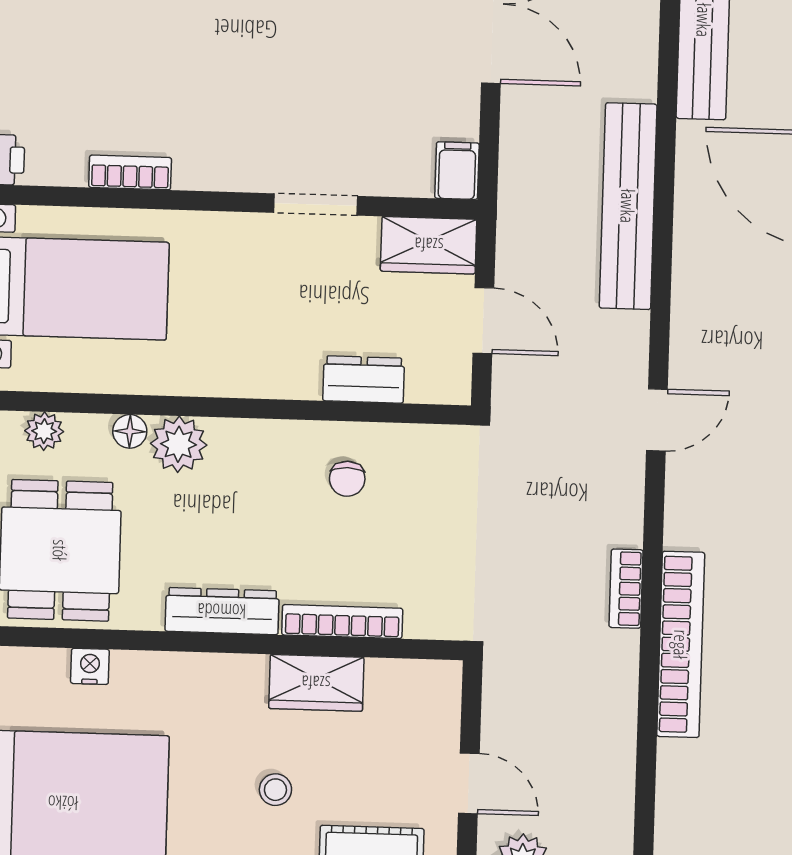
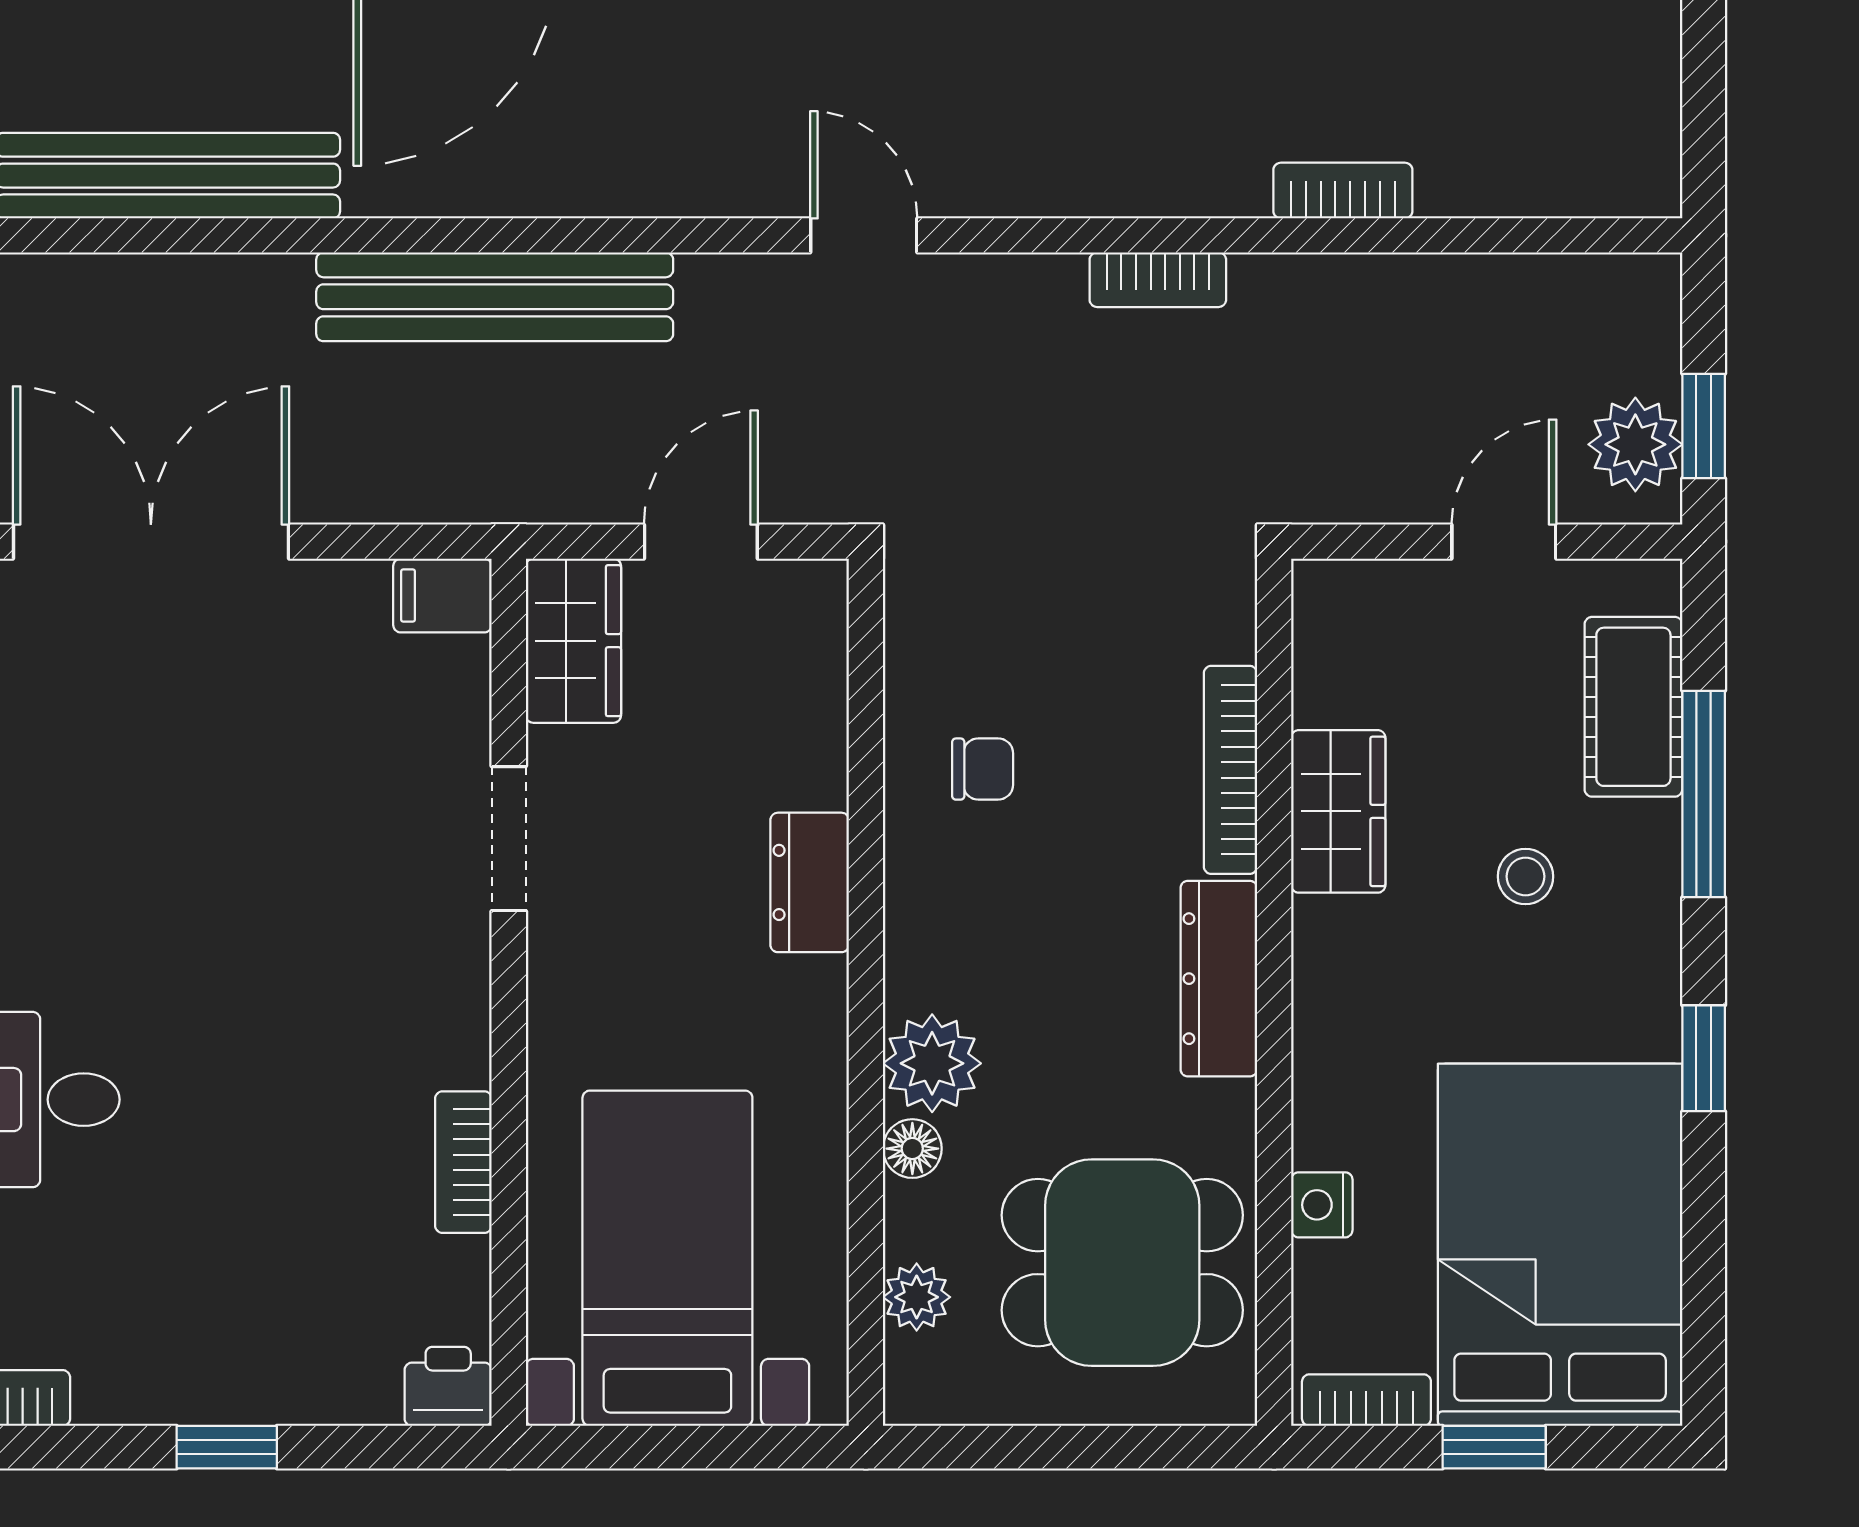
dresser: (364, 379) -> (810, 882), moved
bookcase: (681, 644) -> (1343, 191), width x0.43, depth x0.76

